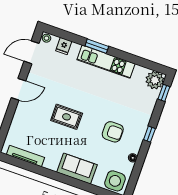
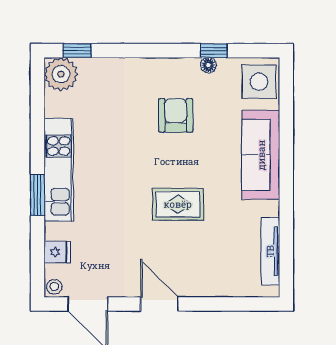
rug: (67, 117) -> (178, 204), turned 90
window: (149, 134) -> (214, 51), moved
sofa: (77, 169) -> (261, 155), width x1.36

